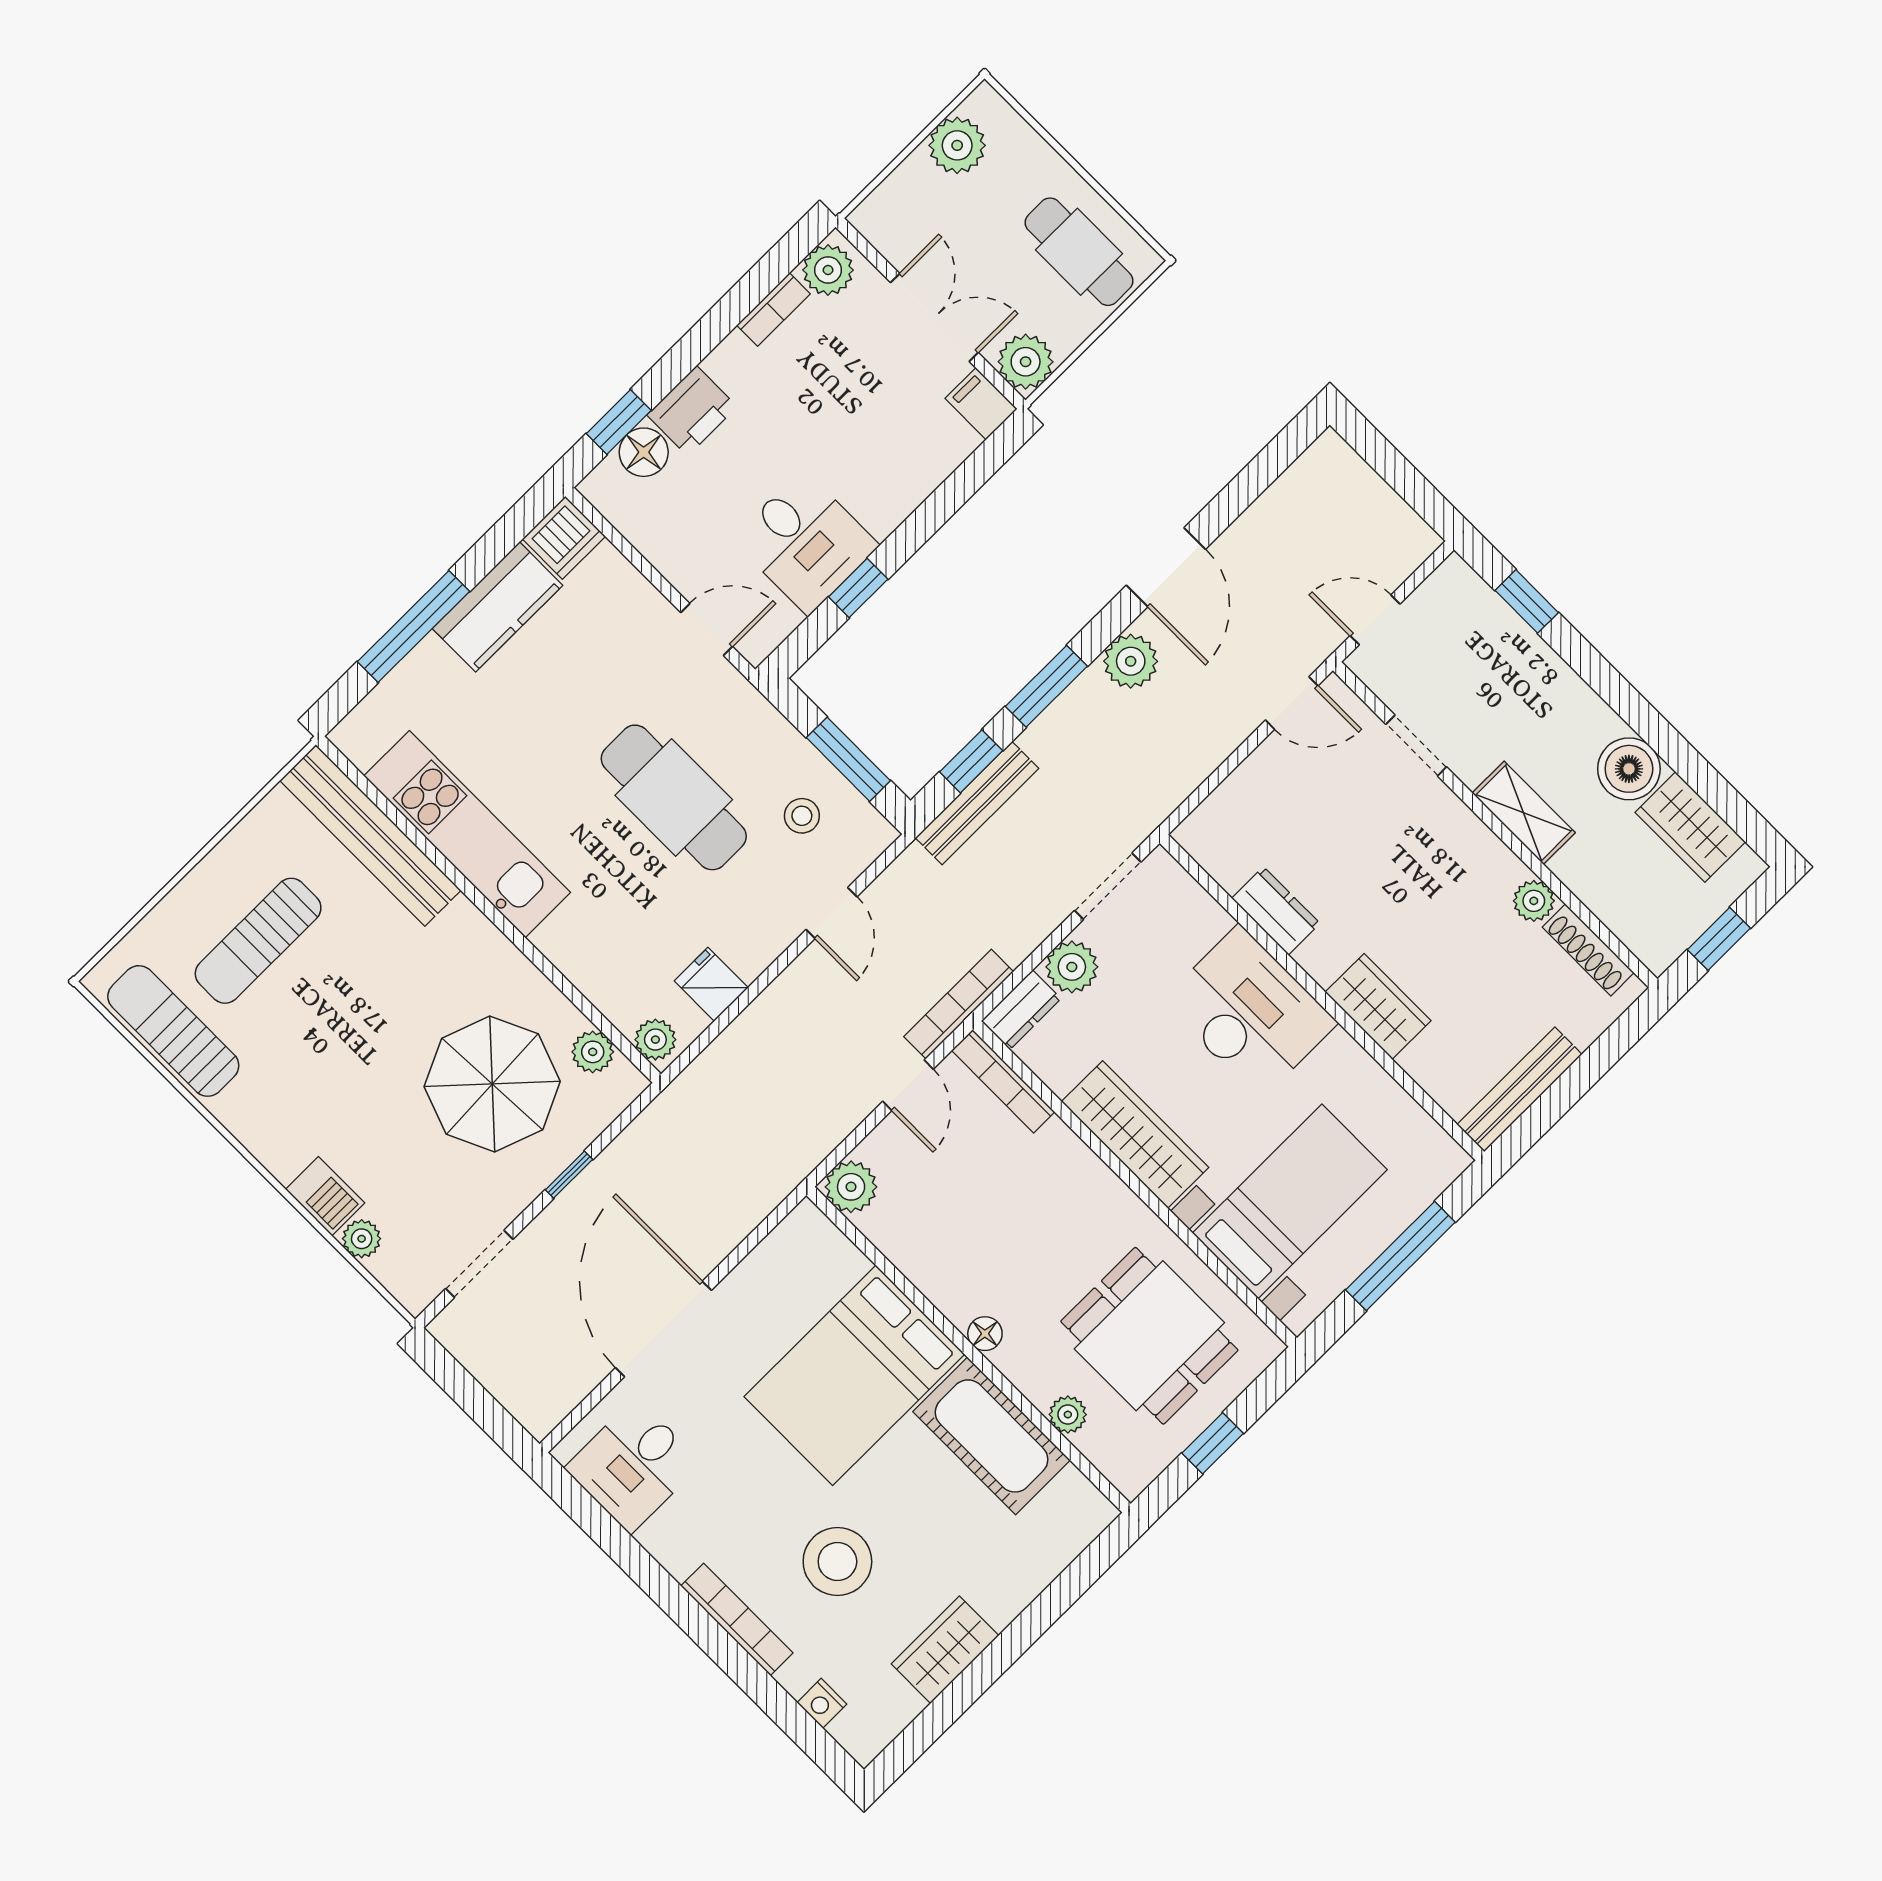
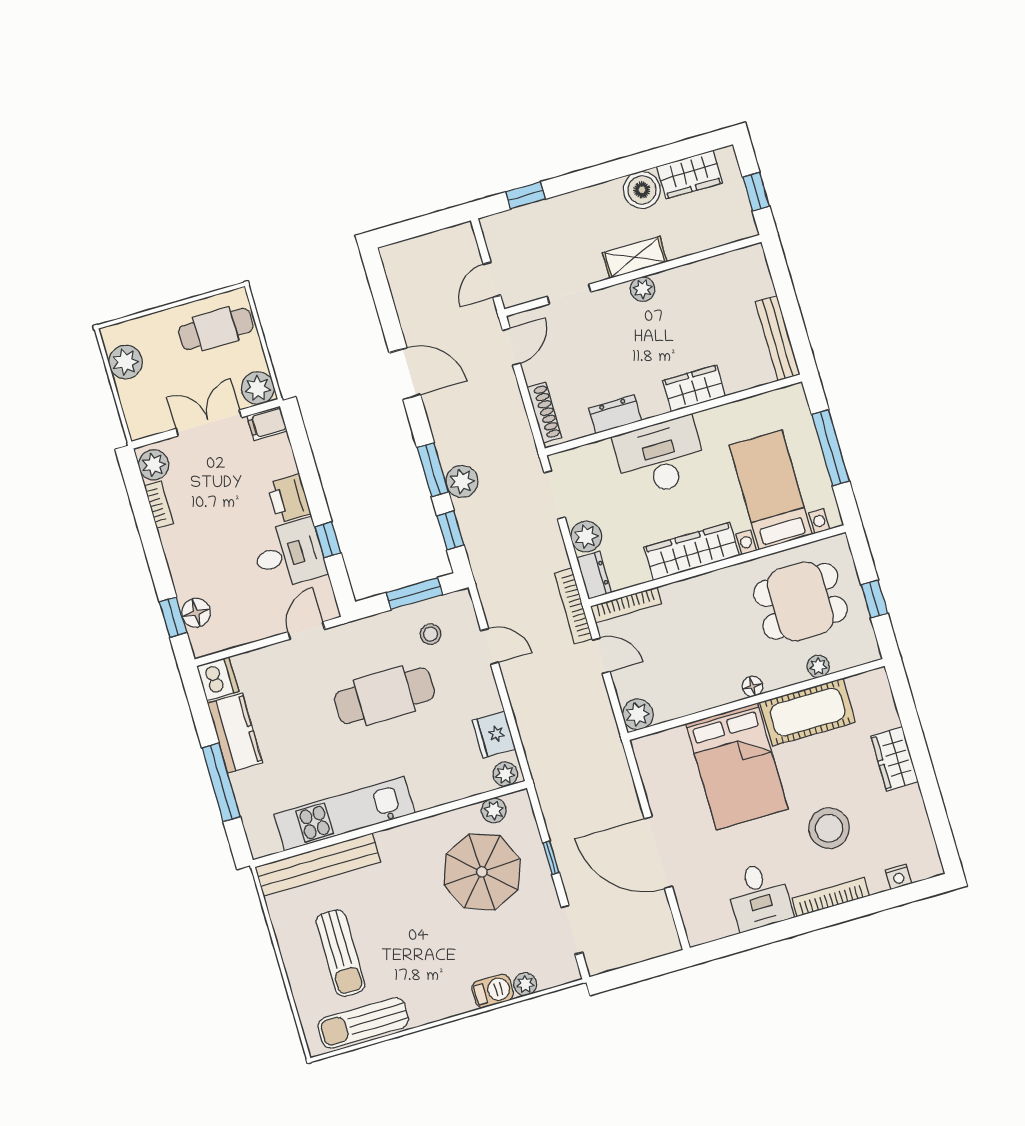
printer: (692, 411) -> (289, 499), moved, turned 180
plant: (1131, 661) -> (462, 481), moved
bench: (977, 803) -> (474, 539), removed
plant: (1534, 901) -> (643, 289), moved
shoe rack: (1588, 950) -> (544, 412), moved, turned -90
fridge: (711, 984) -> (494, 735), width x1.38
desk: (633, 1465) -> (759, 896), moved
wardrobe: (945, 1650) -> (895, 759), moved

